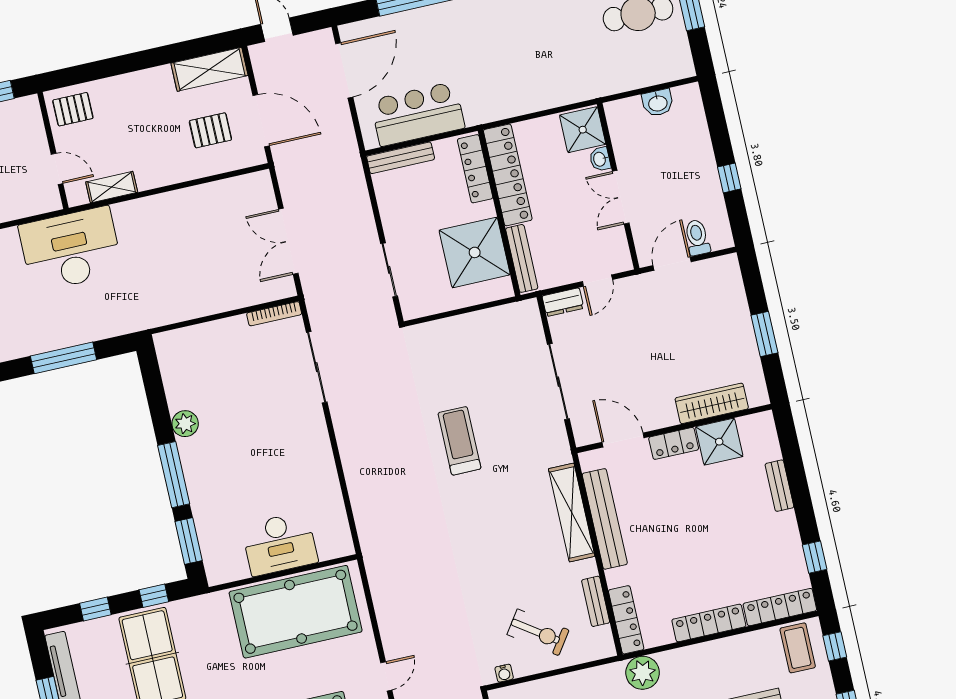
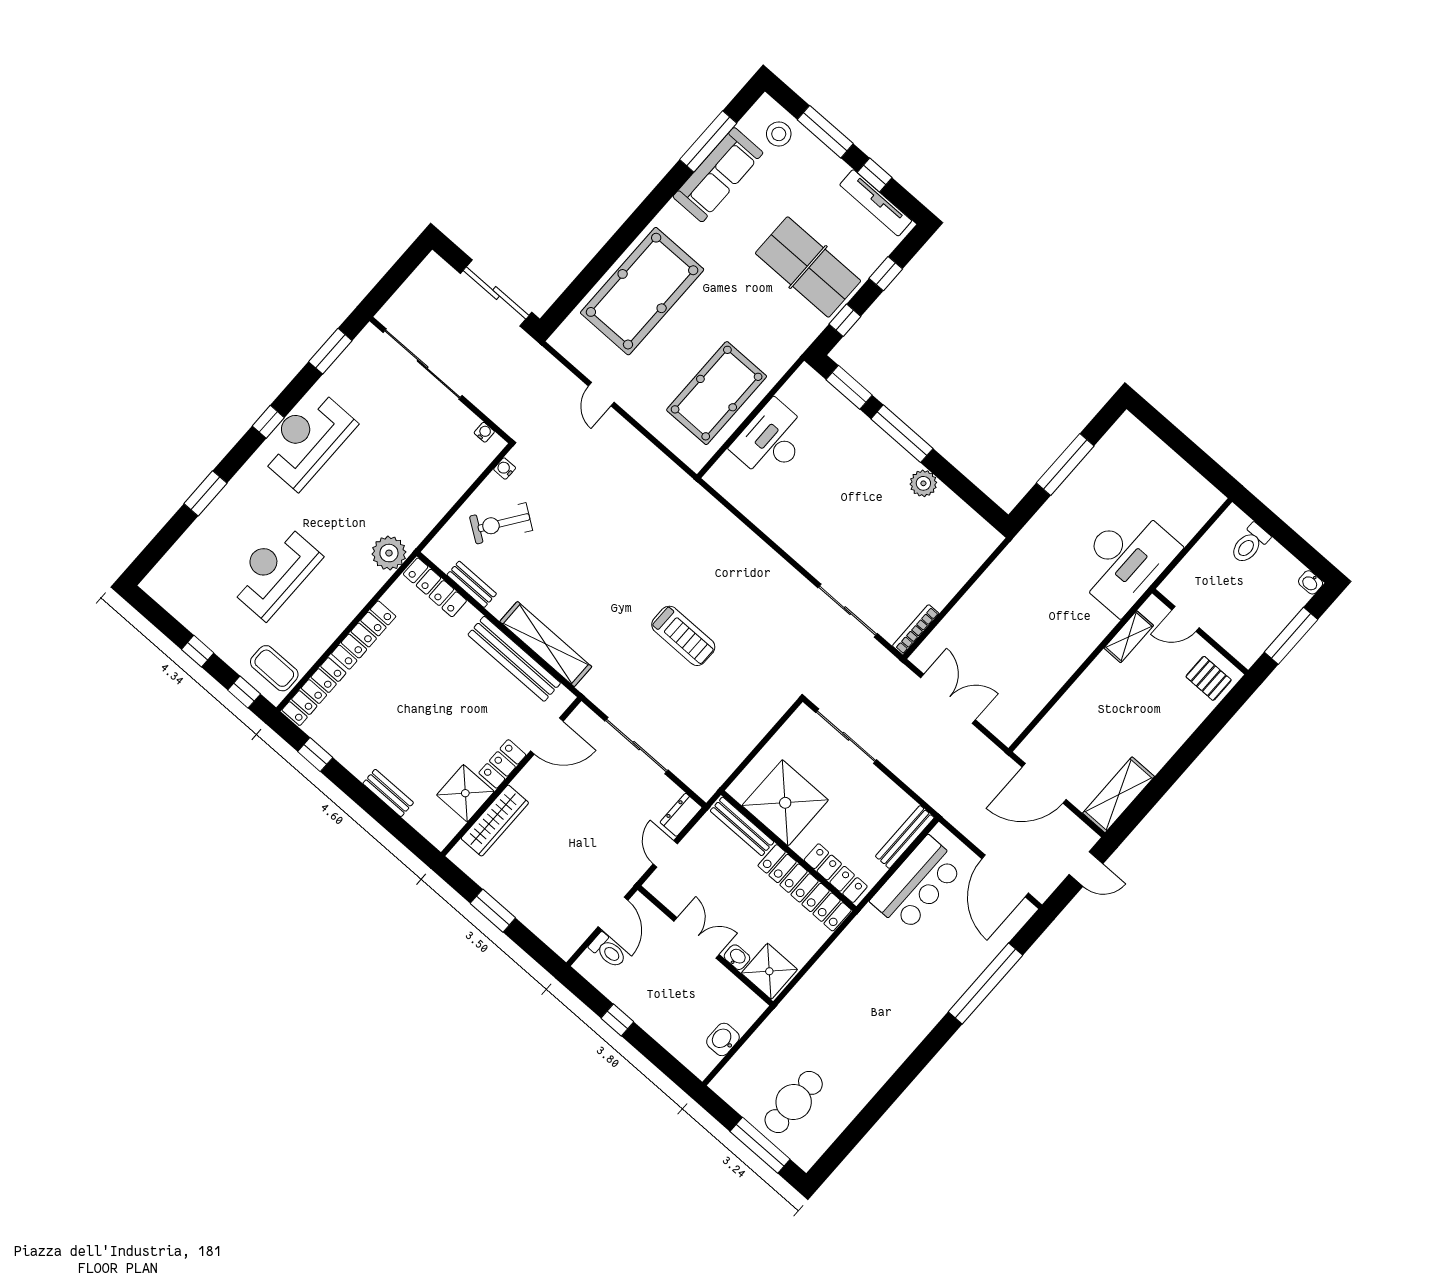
pallet: (73, 109) -> (1209, 678), turned 90
pallet: (210, 130) -> (1081, 744), removed
sliding door: (389, 270) -> (846, 736), width x1.37
pool table: (296, 612) -> (717, 393), width x0.73, depth x0.76

